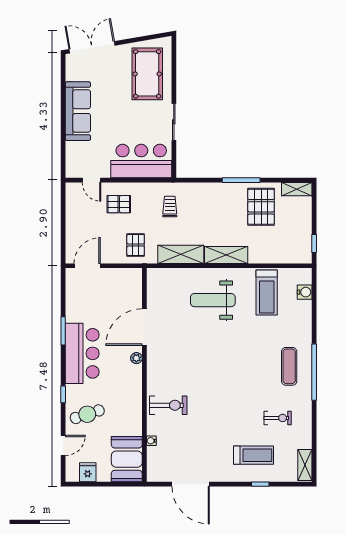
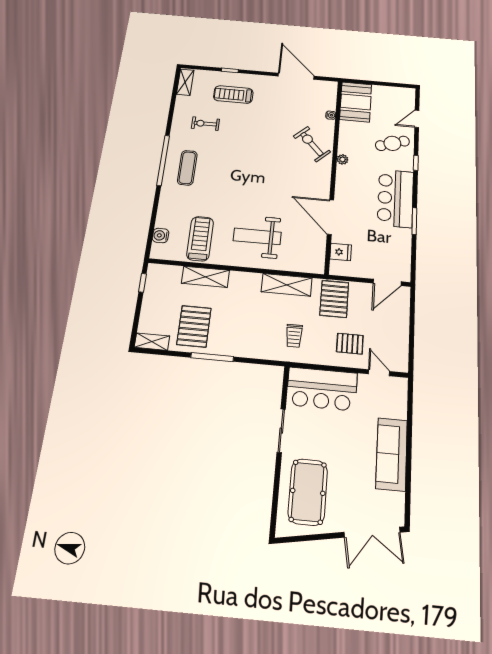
pallet: (136, 245) -> (334, 299), width x1.50, depth x1.42
shelving: (226, 255) -> (205, 277), moved
weight bench: (213, 300) -> (257, 236), turned 180
door: (144, 327) -> (330, 217), swing flipped
plant: (136, 358) -> (342, 159), moved
exercise bike: (168, 405) -> (312, 144), turned 47
fridge: (88, 472) -> (341, 252), moved, turned -90

